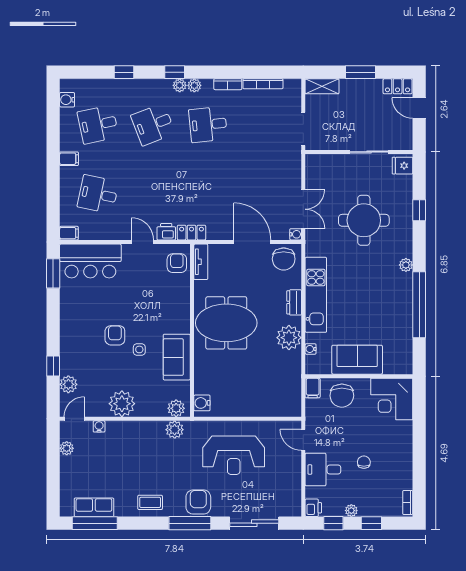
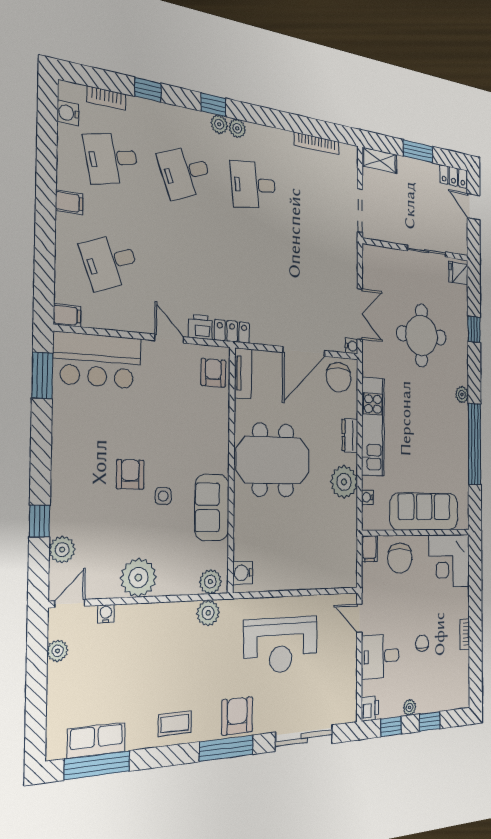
bookcase: (228, 84) -> (107, 98), moved
desk: (98, 194) -> (110, 262), turned -33
door: (252, 242) -> (304, 351), swing flipped
sofa: (357, 360) -> (424, 512), width x1.36
bookcase: (408, 502) -> (465, 634), moved

